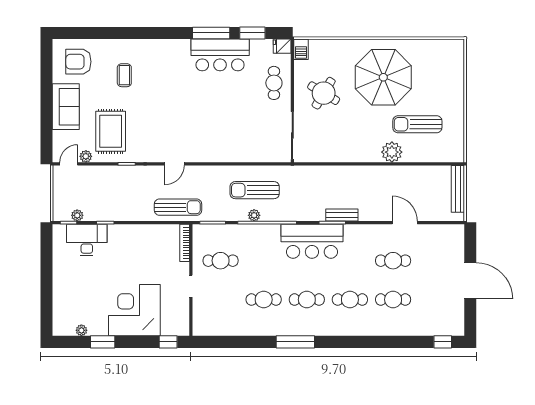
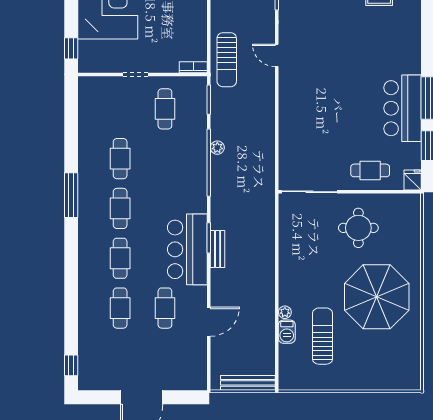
barbecue: (301, 49) -> (287, 332), moved, turned -90
round table: (324, 93) -> (358, 228), turned -31
plant: (392, 152) -> (285, 312), width x0.53, depth x0.53
sun lounger: (255, 190) -> (246, 148), removed
bar counter: (312, 241) -> (187, 249), moved
bookcase: (185, 243) -> (193, 67), width x0.64

